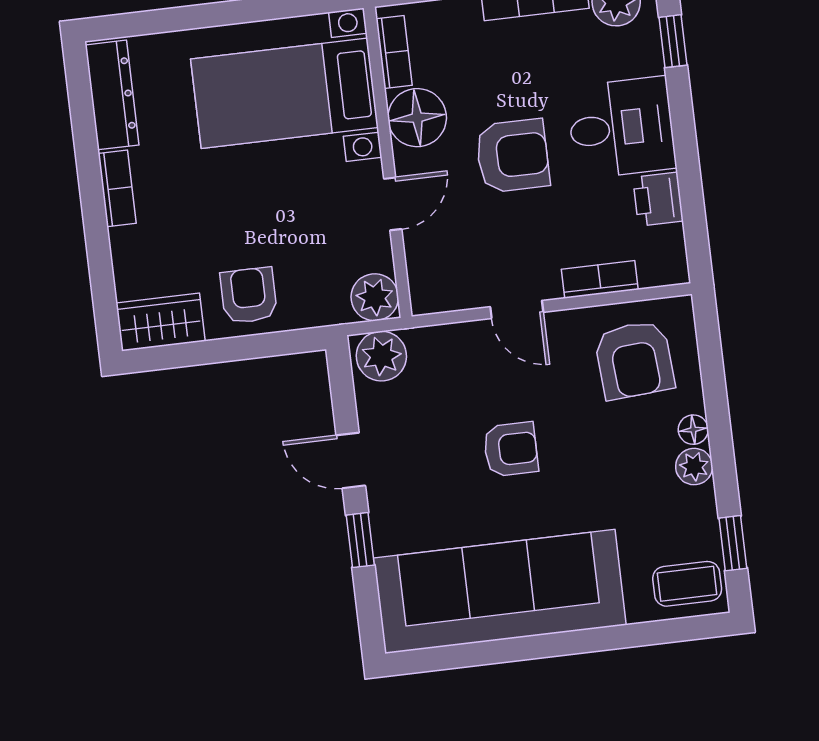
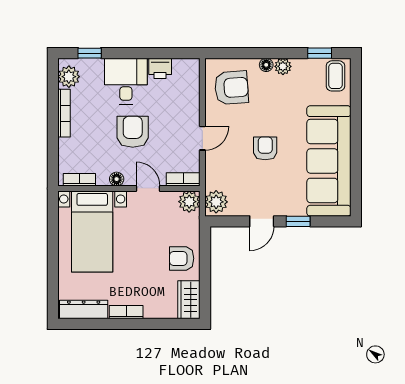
floor lamp: (417, 118) -> (117, 179), width x0.53, depth x0.53
bookcase: (600, 279) -> (183, 179), moved, turned 90

